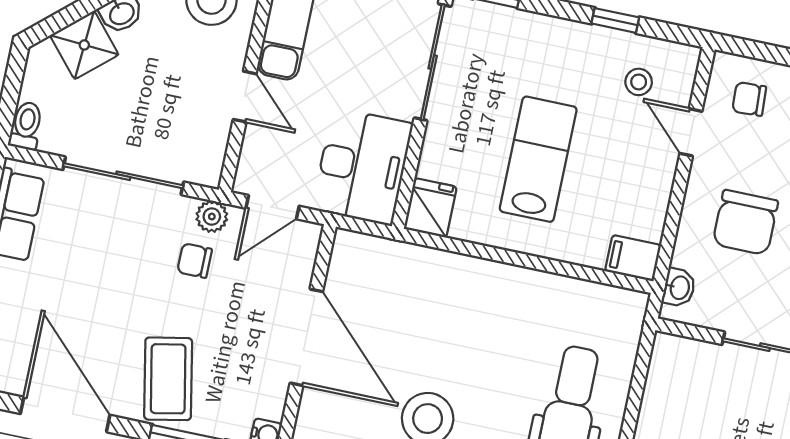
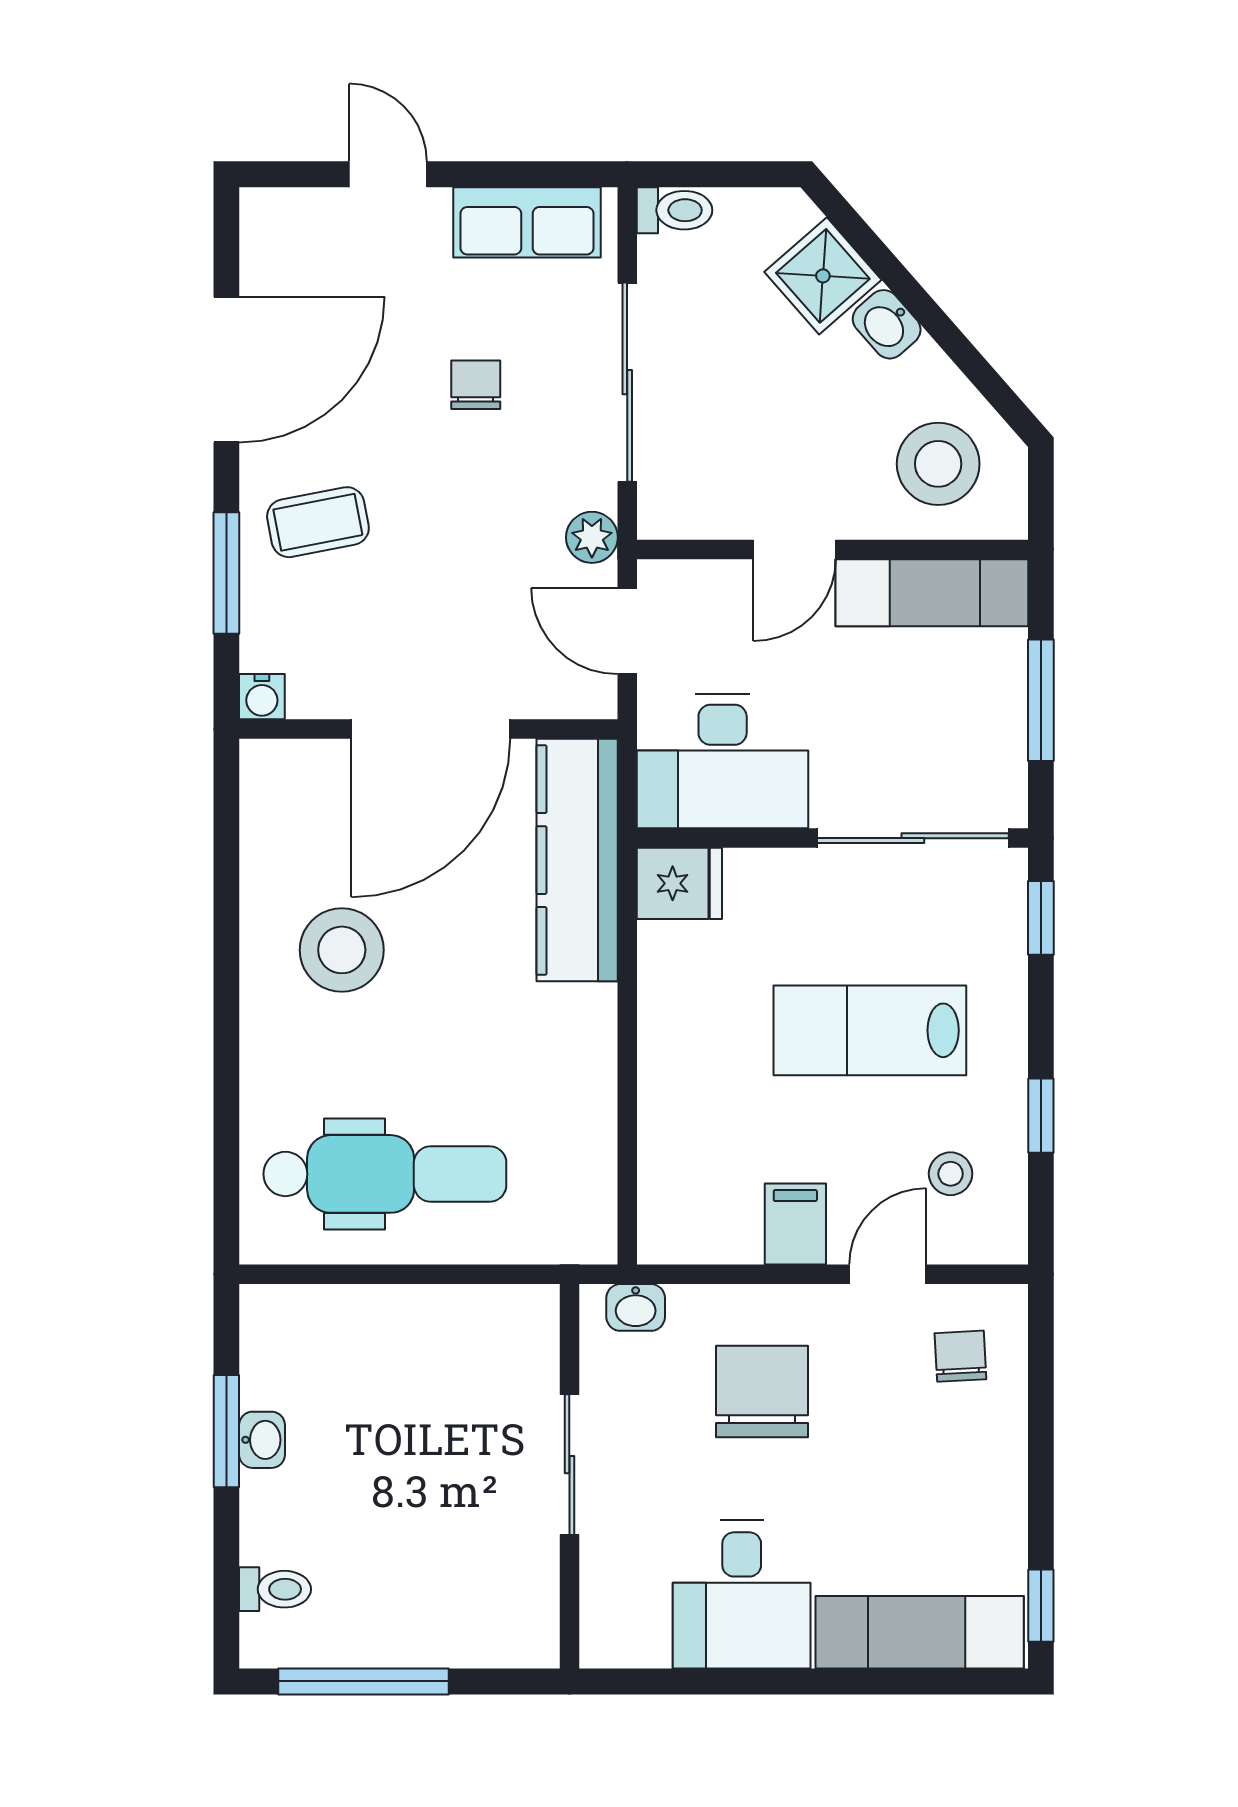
lab bench: (538, 159) -> (870, 1030), moved, turned 180
chair: (745, 222) -> (762, 1392), turned 90
filing cabinet: (633, 258) -> (795, 1224), moved
chair: (195, 261) -> (476, 385), moved
kitchen counter: (403, 266) -> (577, 860), added
coffee table: (168, 379) -> (318, 522), width x0.73, depth x0.77

